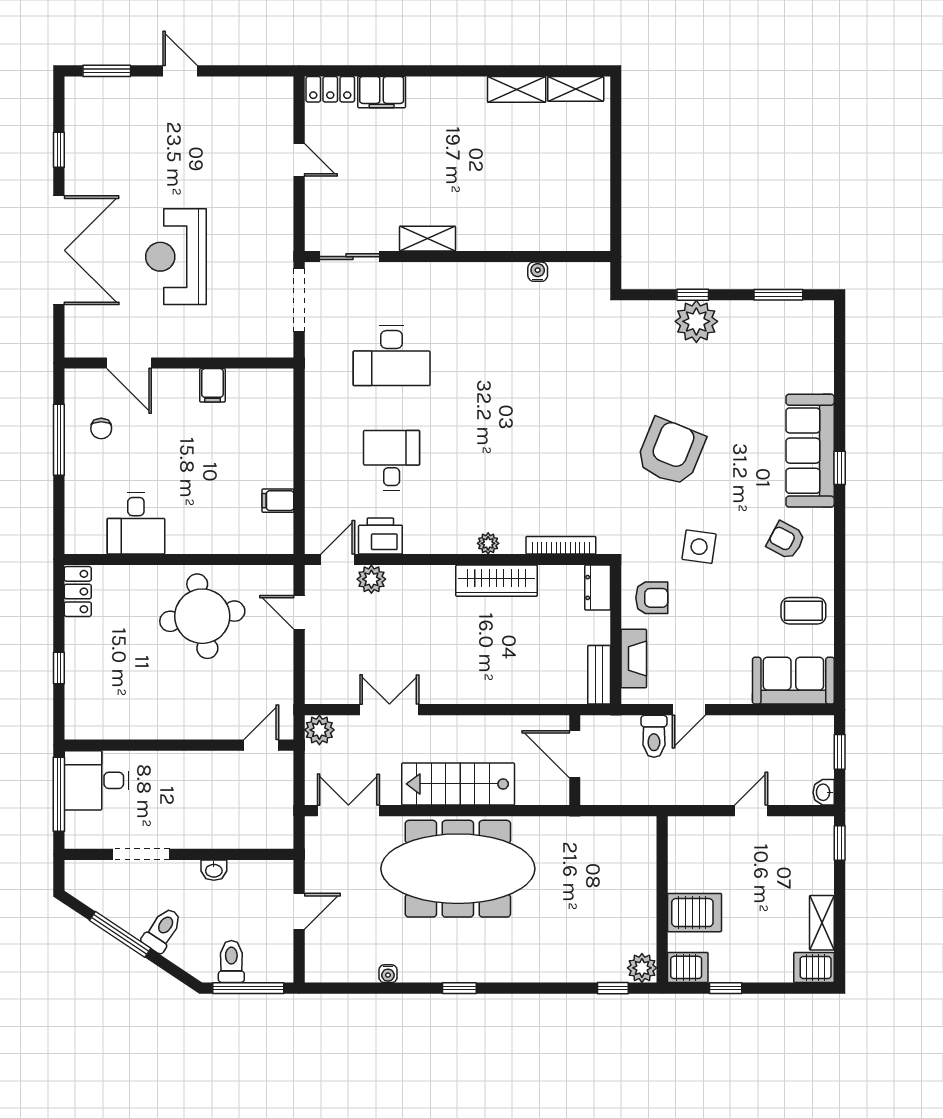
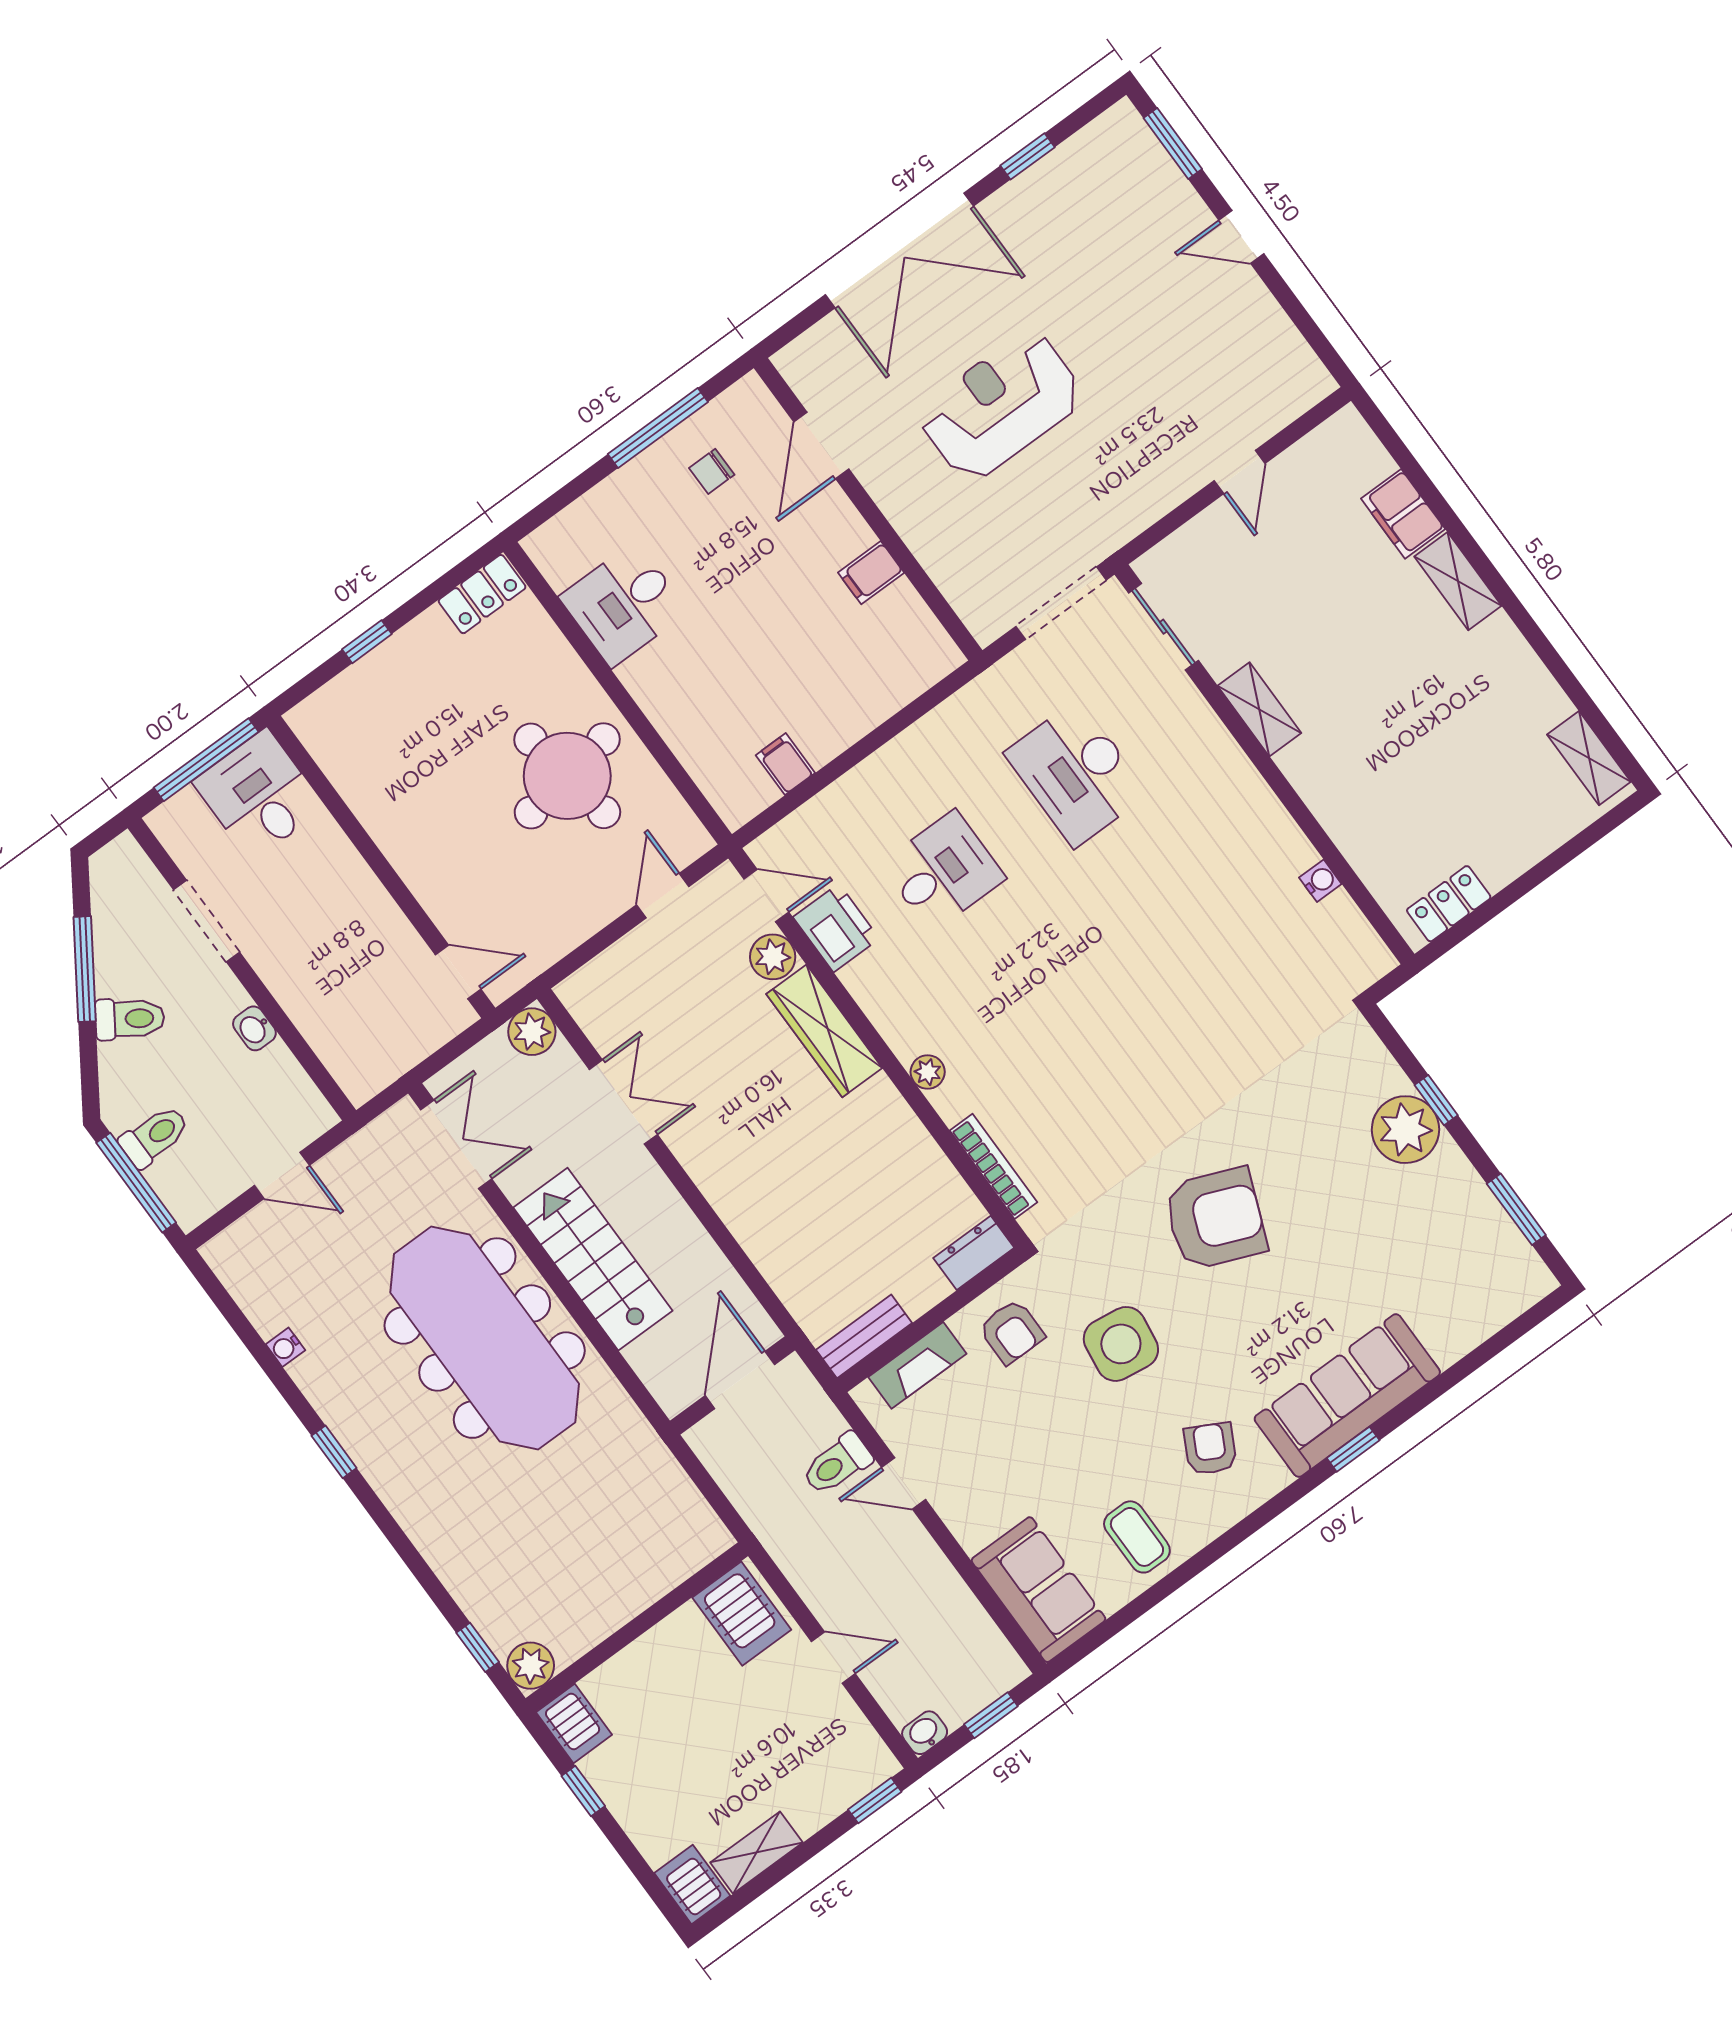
door: (180, 71) -> (1241, 237), swing flipped
locker: (330, 89) -> (1449, 904), moved, turned 90
shelving: (517, 89) -> (1458, 581), moved
side table: (699, 547) -> (1121, 1344), width x1.37, depth x1.37
wardrobe: (497, 581) -> (824, 1031), moved
server rack: (695, 913) -> (742, 1614), moved

